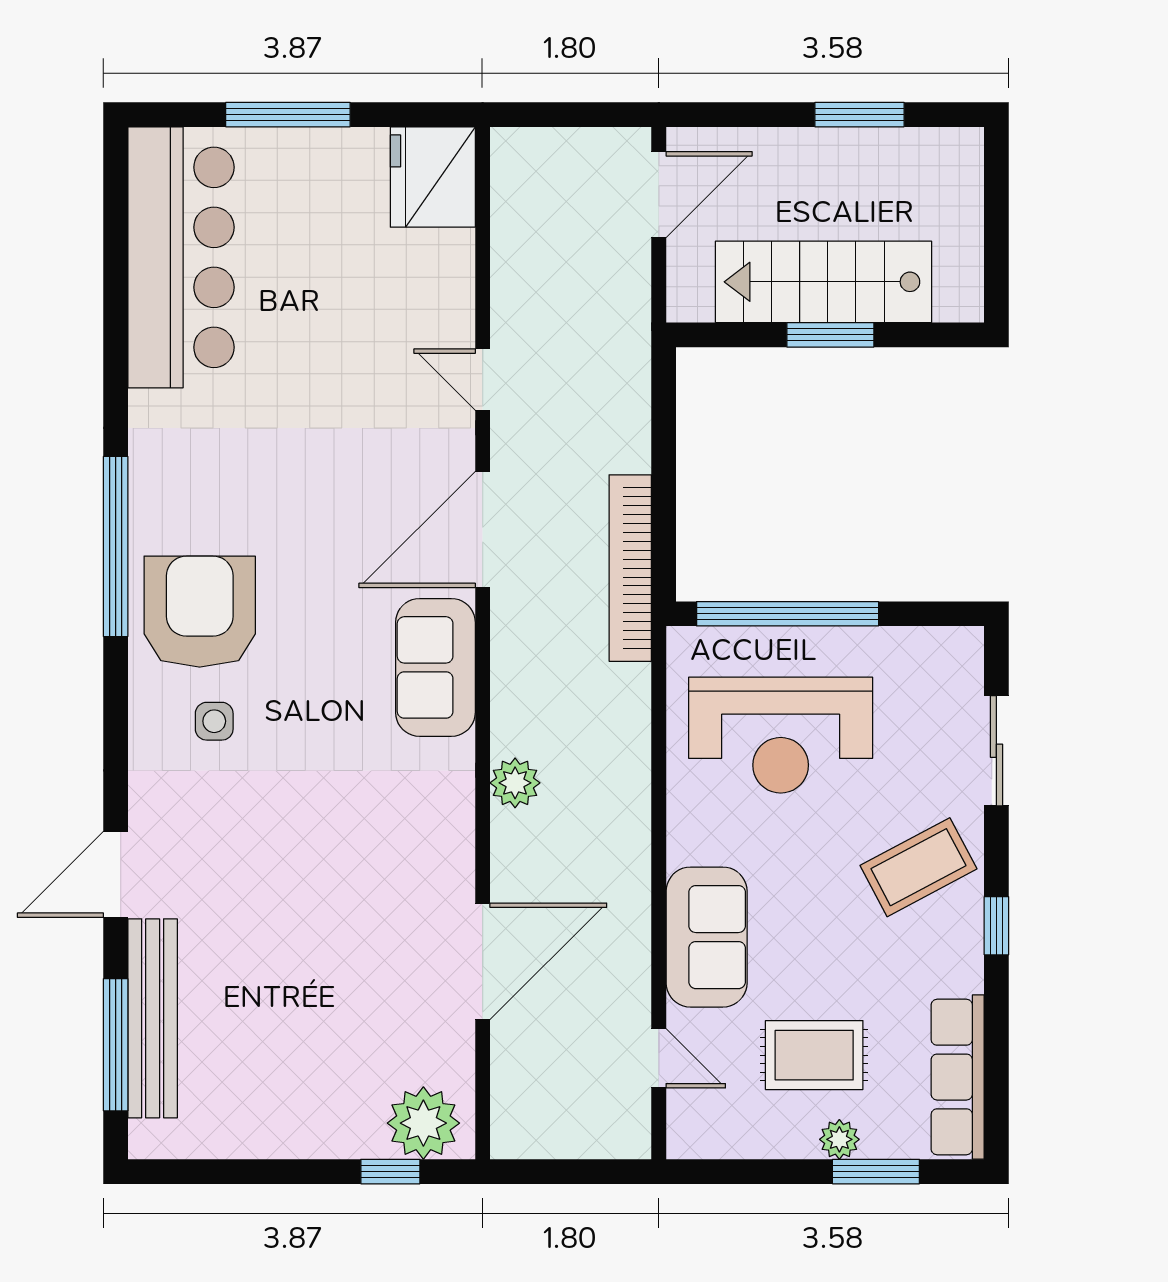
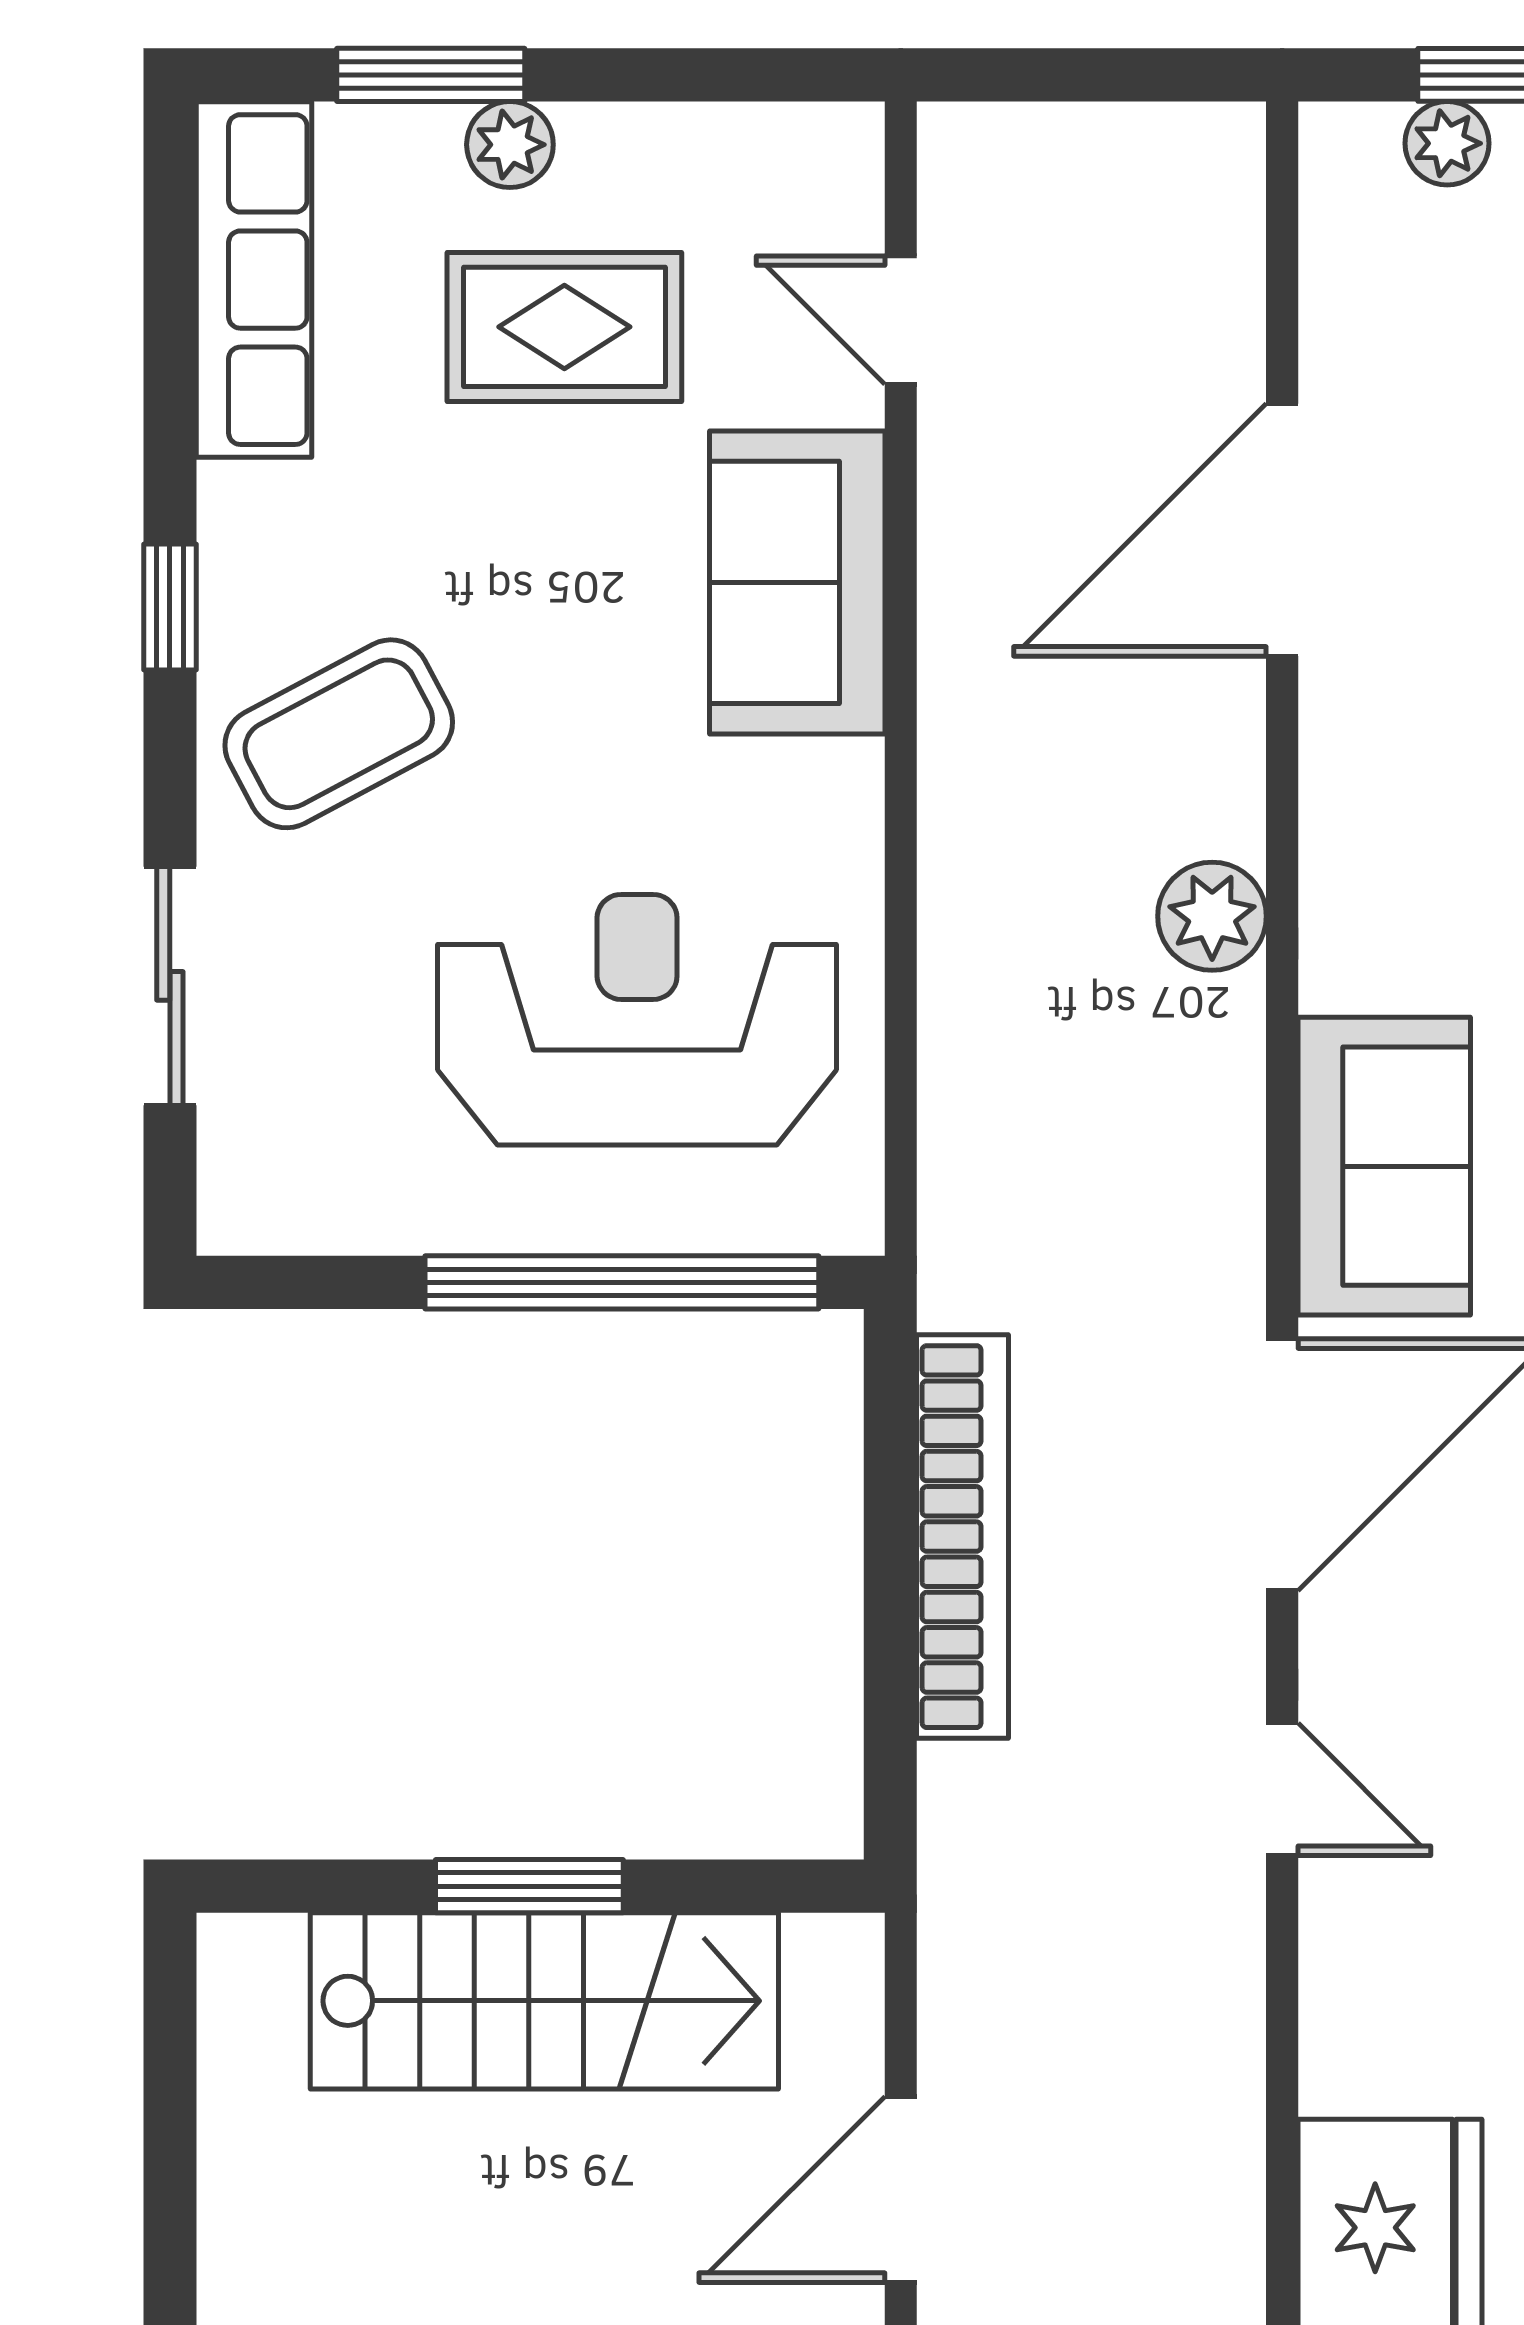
bookcase: (630, 568) -> (963, 1537), moved
plant: (423, 1123) -> (1447, 143), width x0.53, depth x0.53

